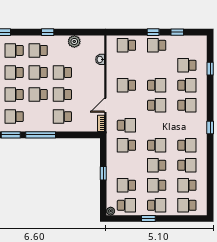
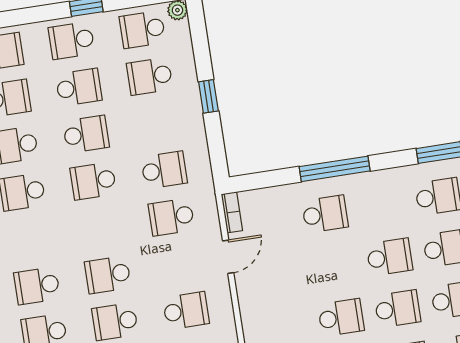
school desk: (62, 95) -> (333, 266), removed
window: (41, 135) -> (335, 169), moved
school desk: (126, 185) -> (150, 76), turned 180

